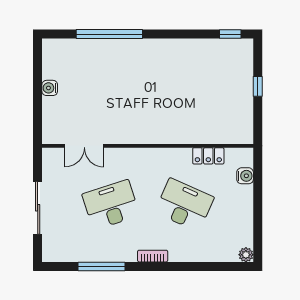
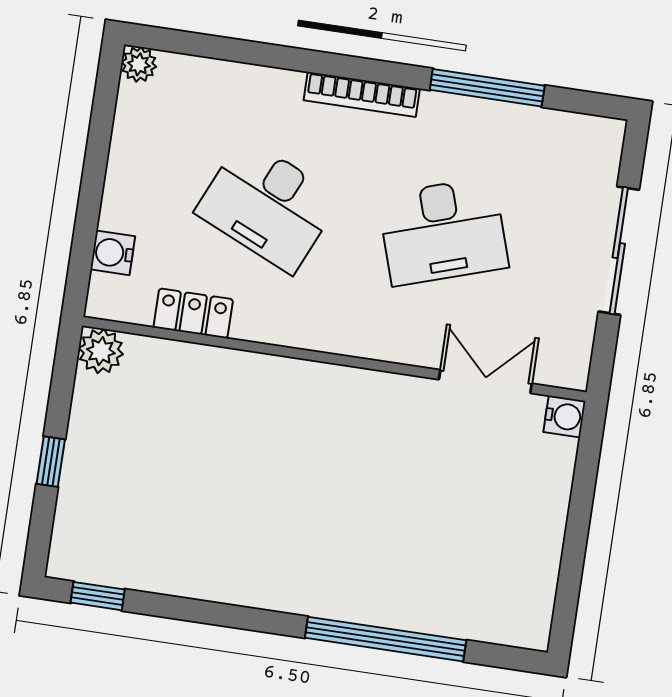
water cooler: (50, 88) -> (564, 416), moved
plant: (244, 135) -> (101, 351), added
bookcase: (153, 256) -> (362, 94), width x1.56

